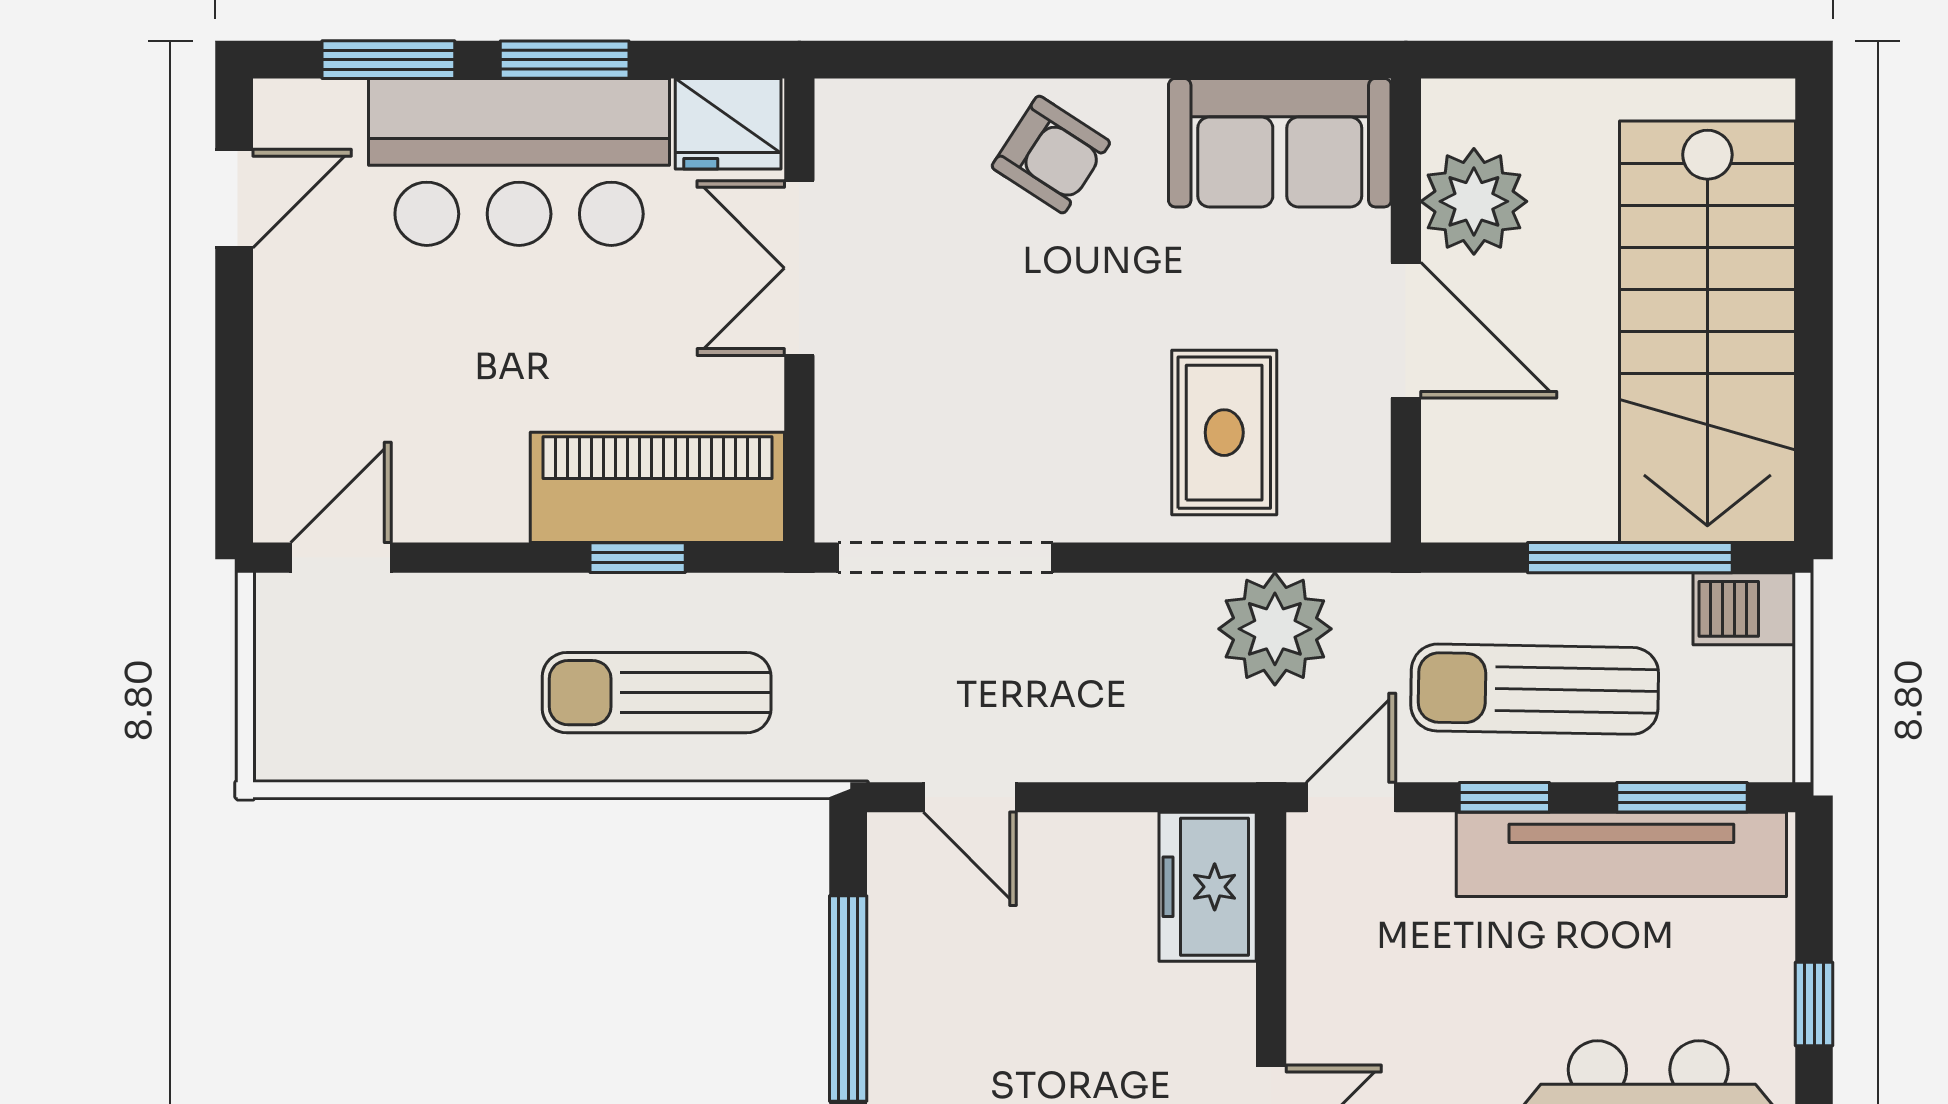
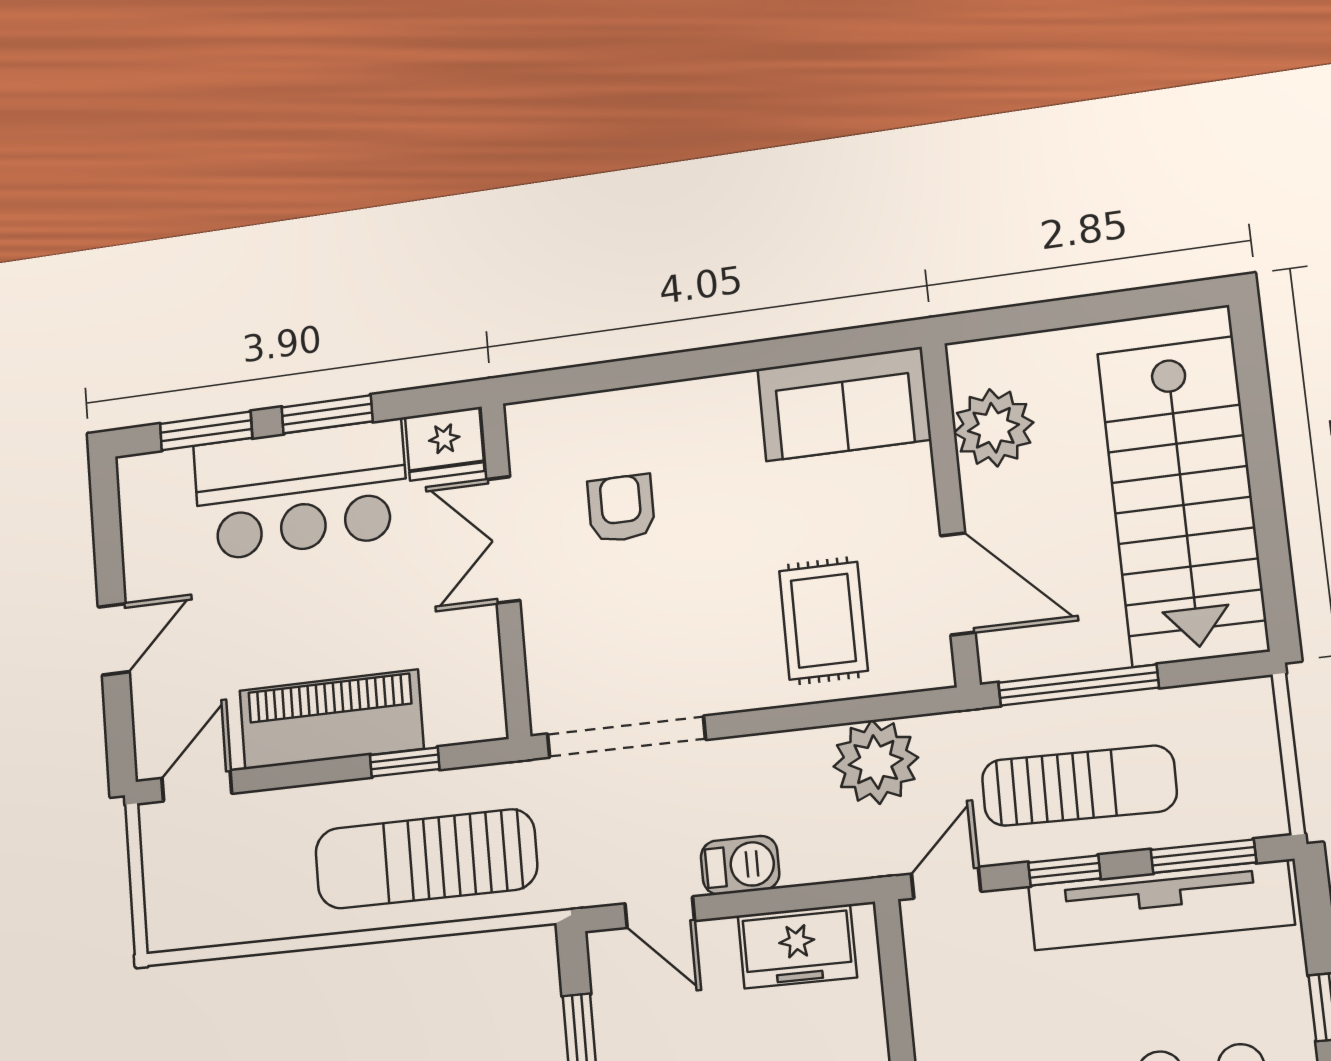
armchair: (1051, 155) -> (621, 508), moved, turned -123
door: (234, 199) -> (114, 639), moved
door: (1406, 330) -> (958, 584), moved
piano: (657, 487) -> (331, 719), moved
window: (1630, 558) -> (1078, 685), moved
barbecue: (1744, 609) -> (740, 865), moved, turned 180
sun lounger: (1535, 689) -> (1079, 786), turned 180
sun lounger: (657, 693) -> (426, 859), width x1.36, depth x1.34
freezer: (1208, 887) -> (797, 946), moved, turned -90

